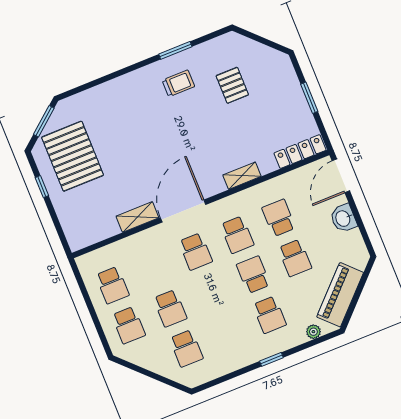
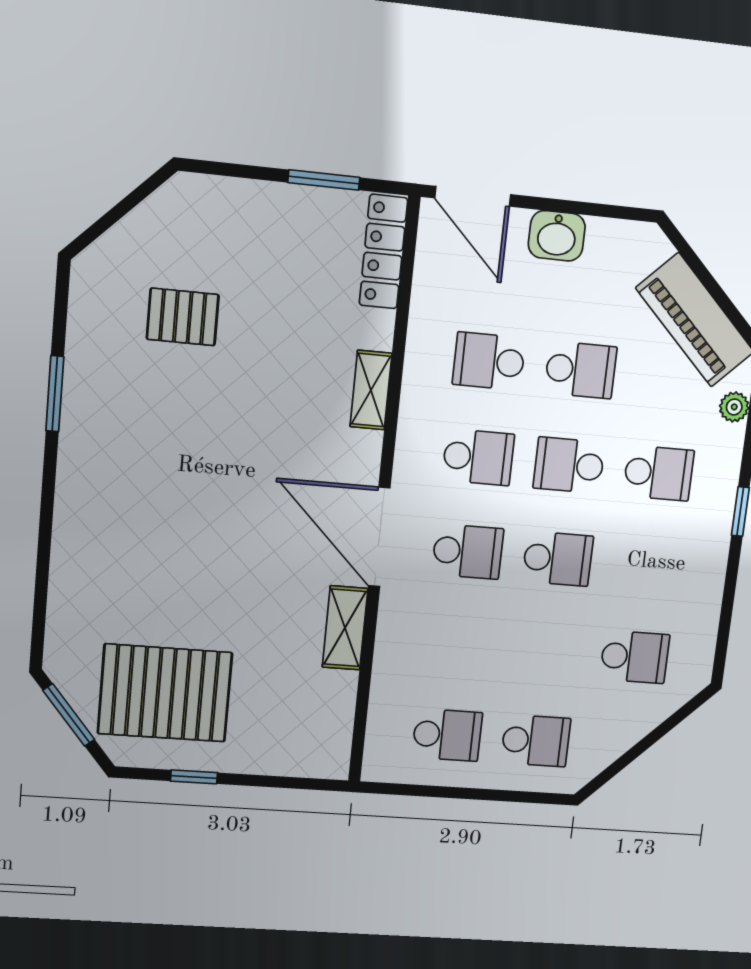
trolley: (178, 83) -> (125, 421), removed
window: (309, 98) -> (324, 180), moved
school desk: (170, 308) -> (558, 559), moved

